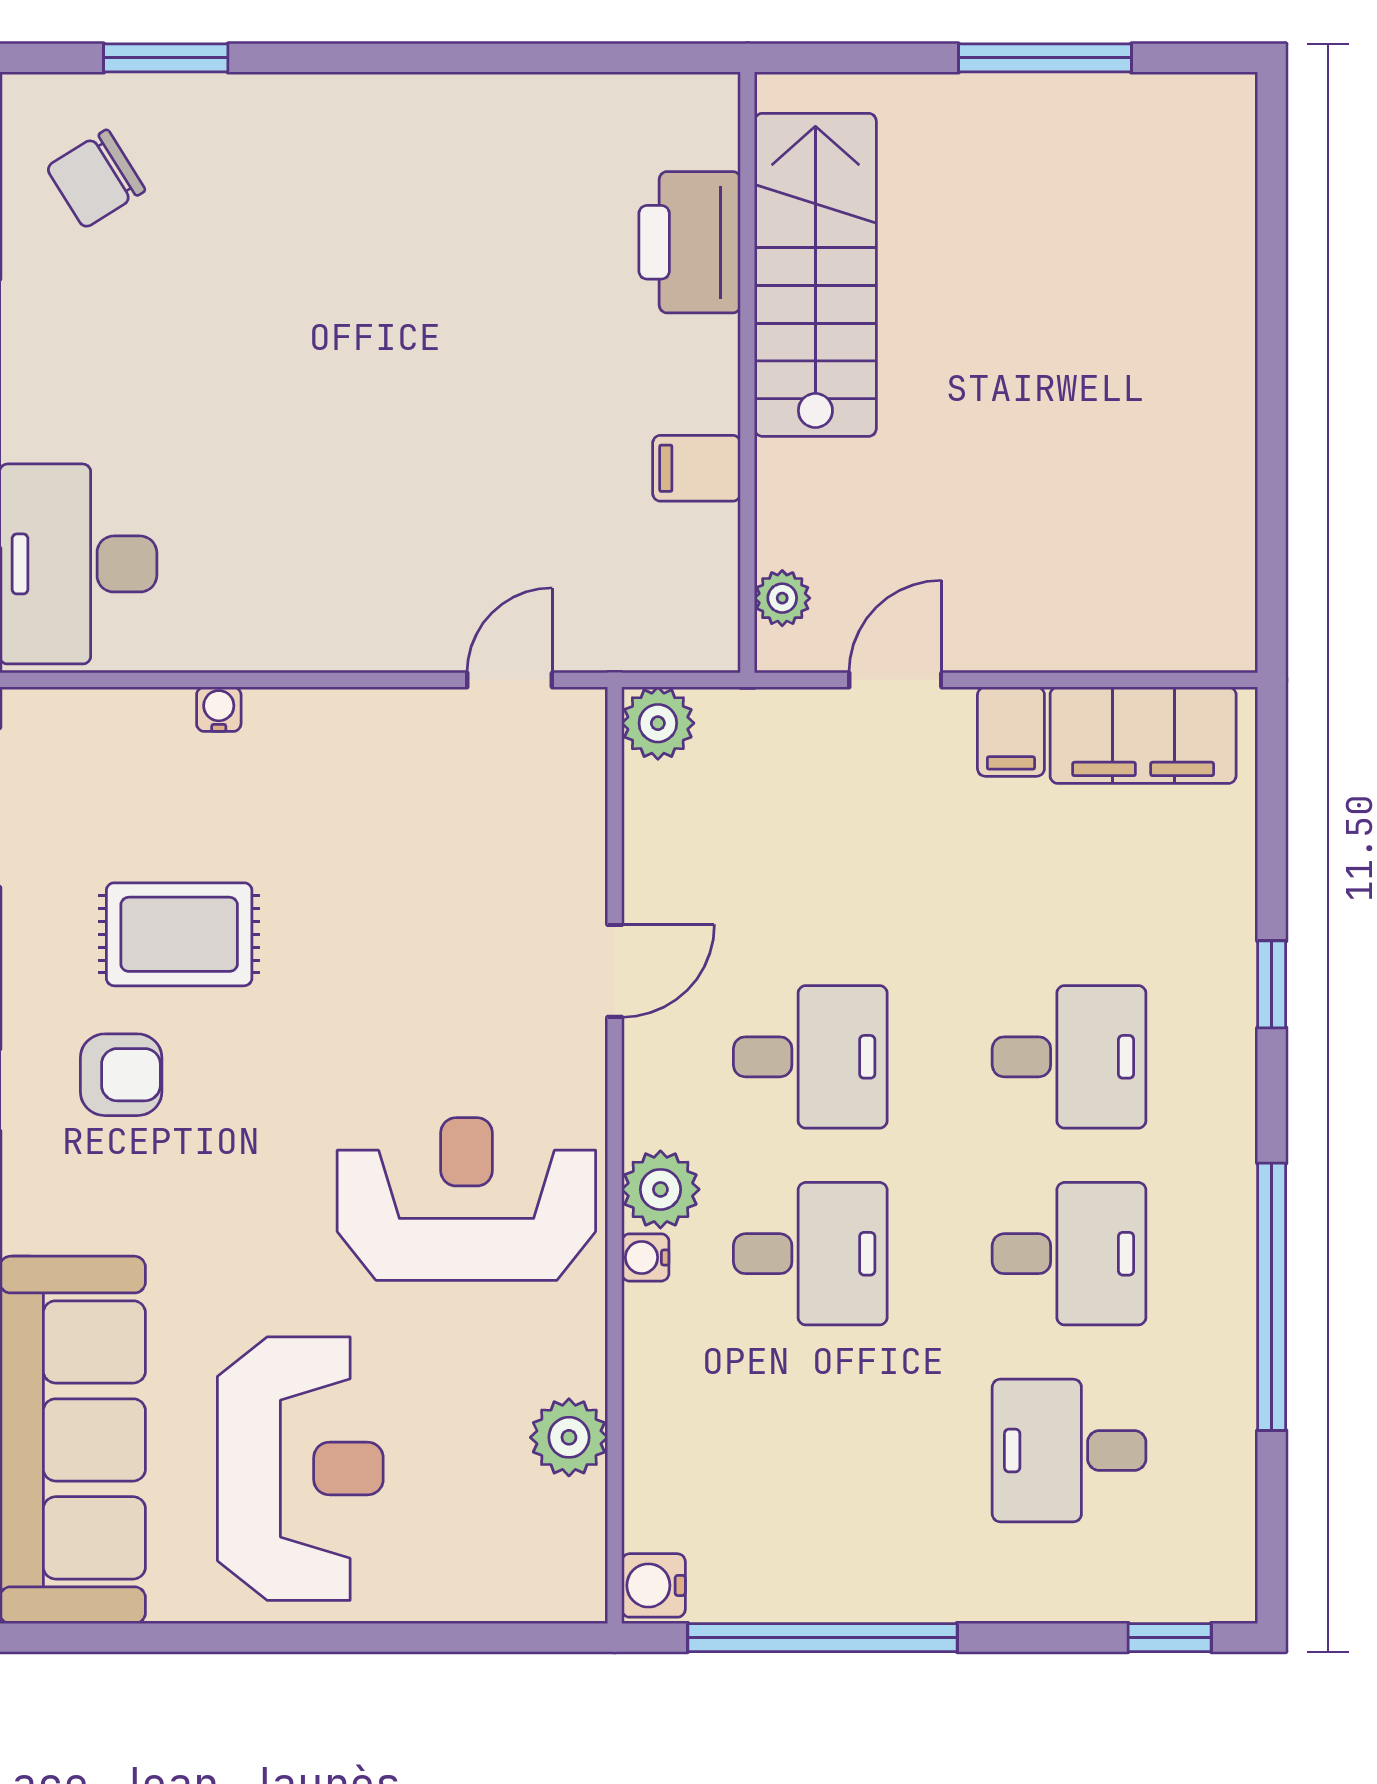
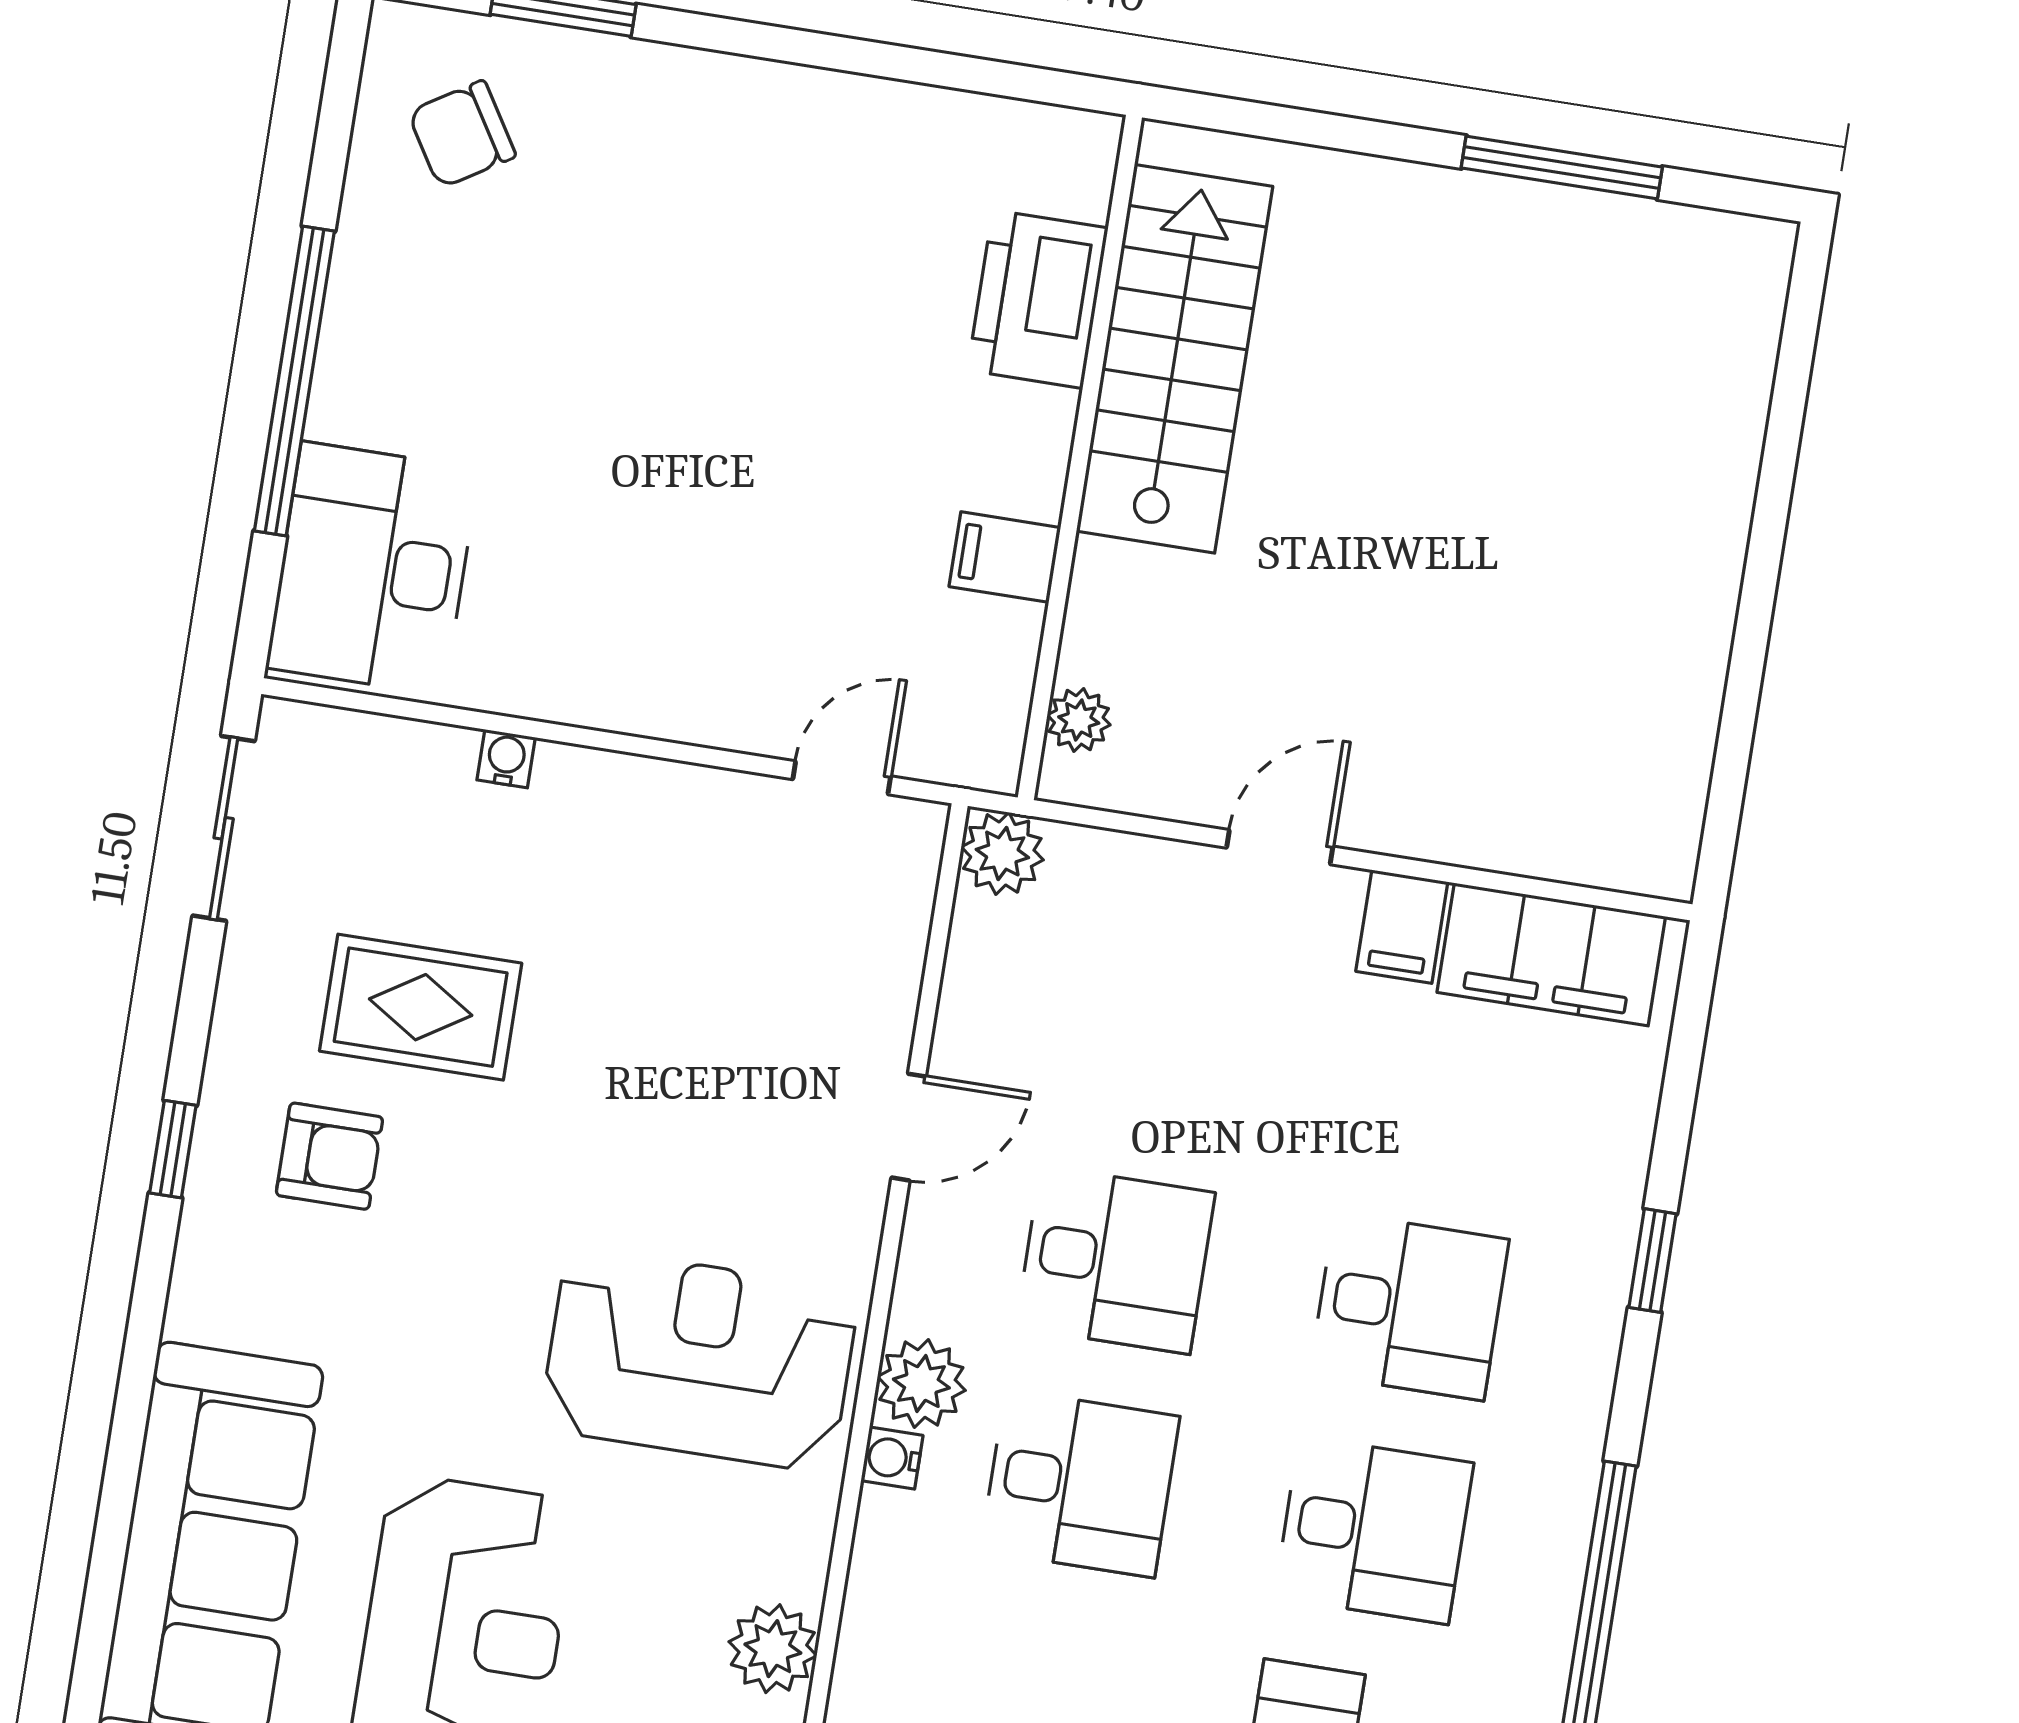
printer: (690, 242) -> (1038, 299), moved
stairs: (815, 275) -> (1175, 359), moved
wall: (747, 372) -> (1080, 457), moved
filing cabinet: (697, 468) -> (1005, 557), moved
plant: (782, 598) -> (1079, 720), moved

